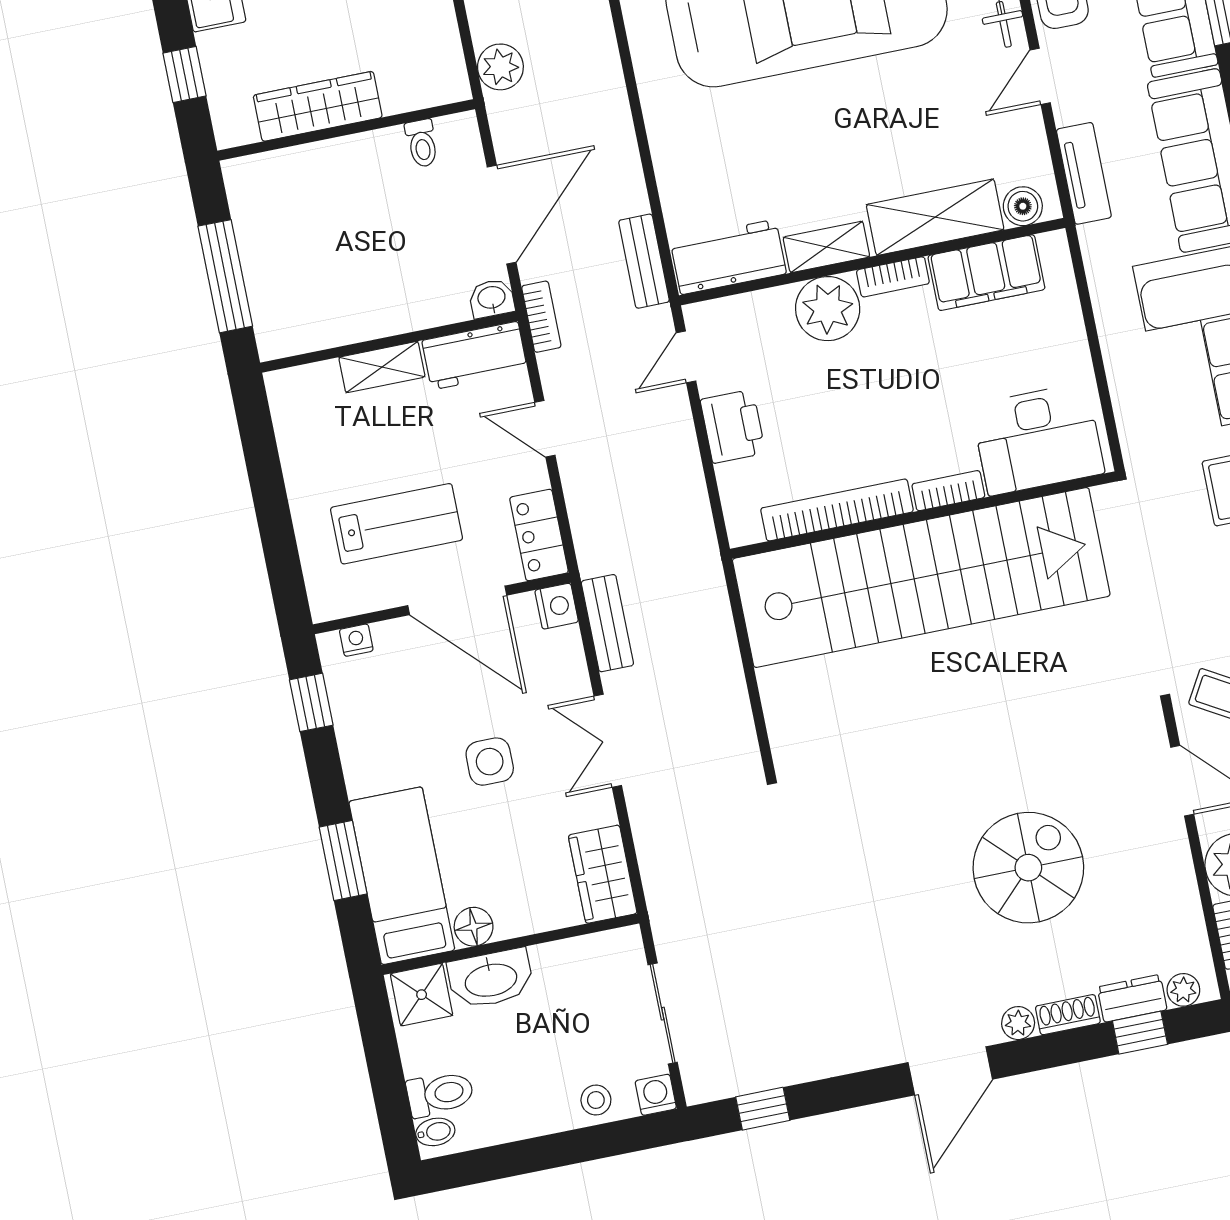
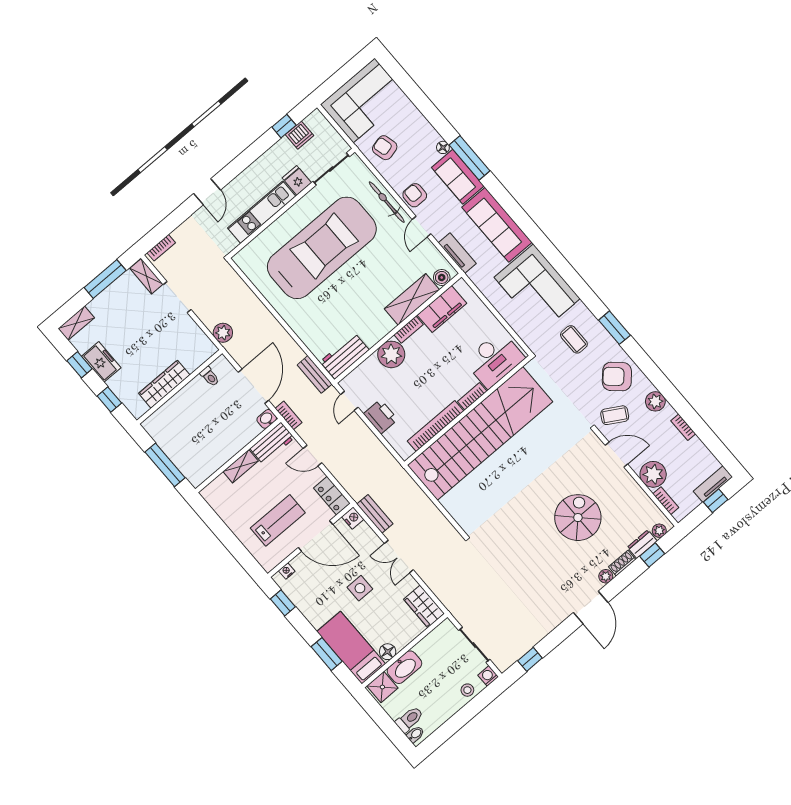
shelving: (826, 247) -> (378, 332), removed

